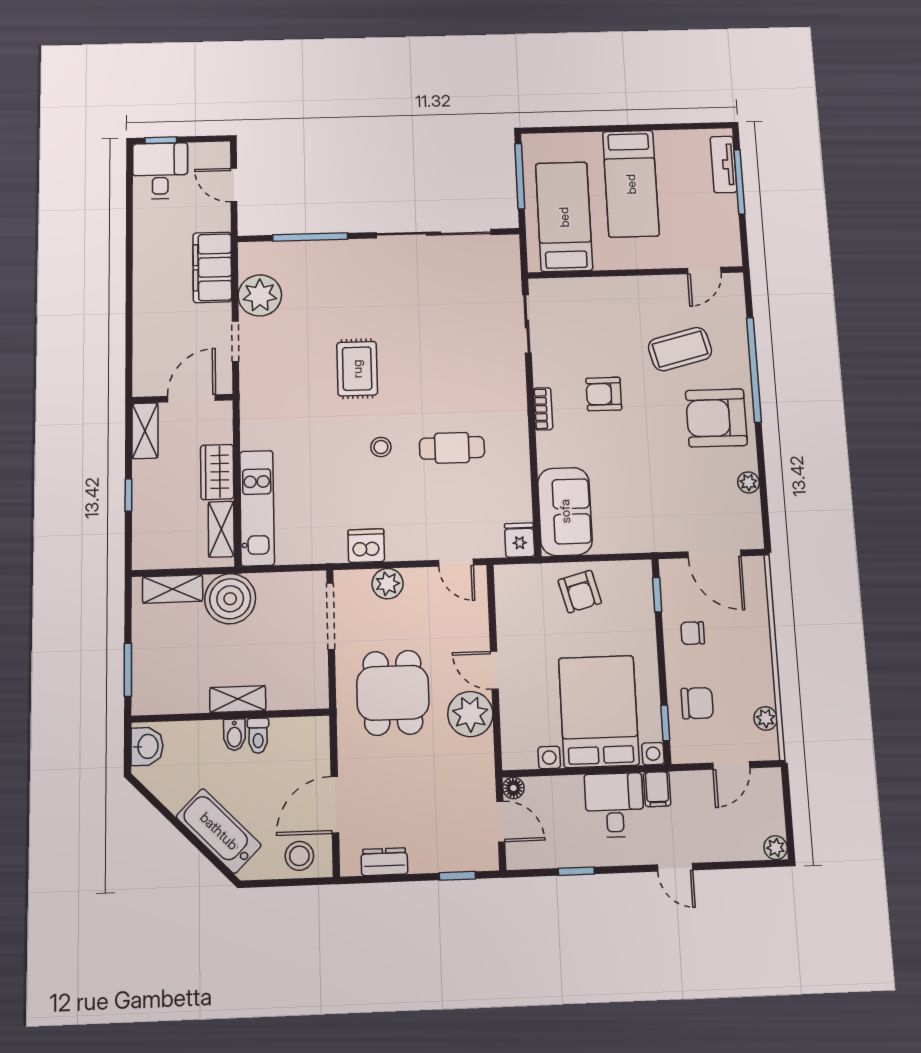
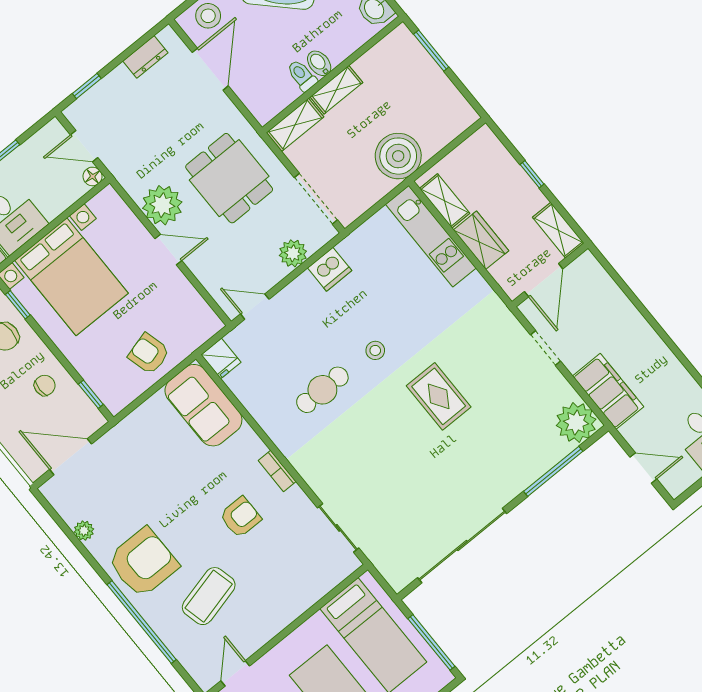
plant: (260, 295) -> (576, 422), moved
shelving: (173, 589) -> (295, 125), moved

